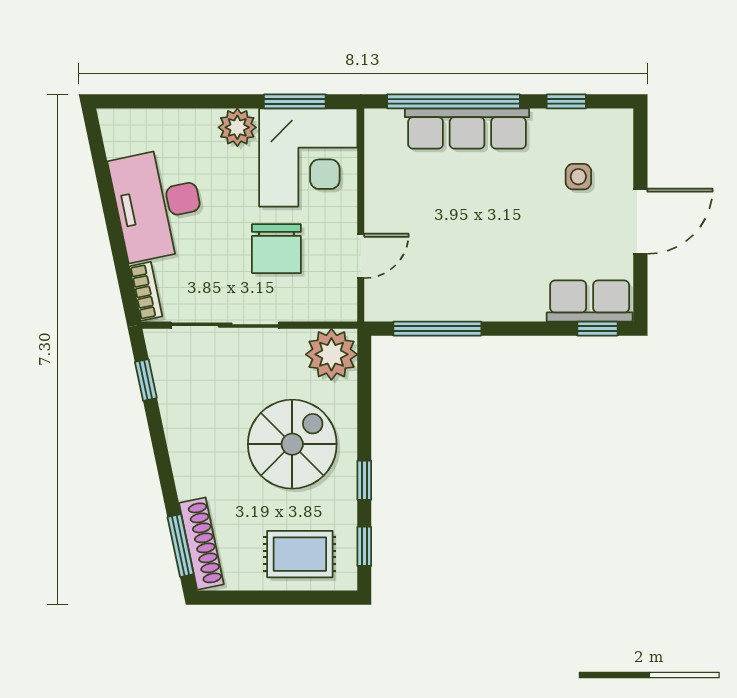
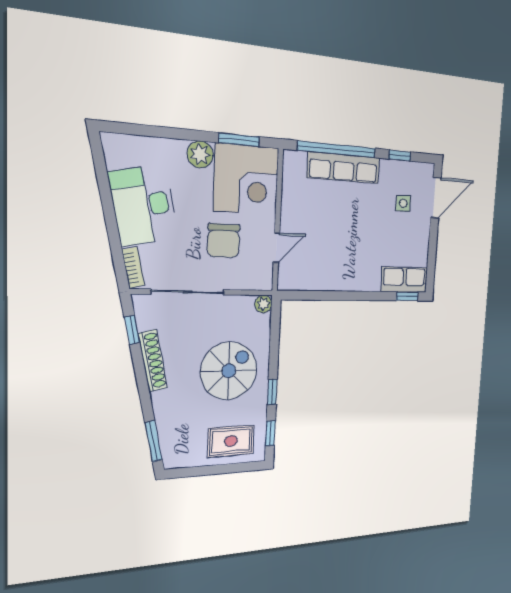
door: (640, 221) -> (436, 198), moved
window: (437, 329) -> (320, 296), removed
plant: (331, 354) -> (263, 304), width x0.53, depth x0.53
shoe rack: (201, 544) -> (153, 361), moved

